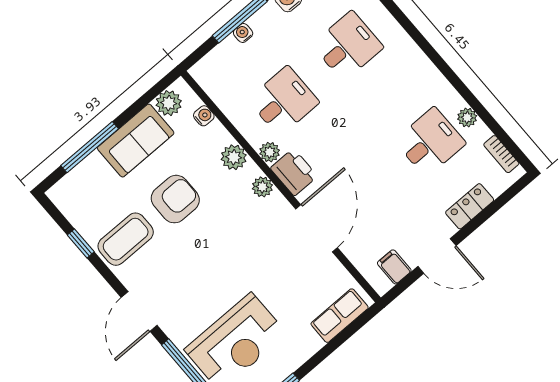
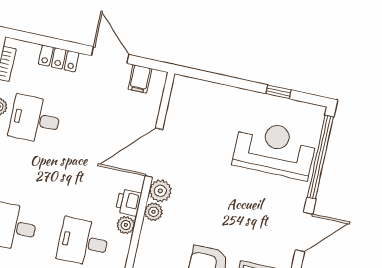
plant: (234, 157) -> (160, 191), moved
printer: (294, 172) -> (129, 203), width x0.73, depth x0.81
row of seats: (340, 316) -> (202, 91), removed

